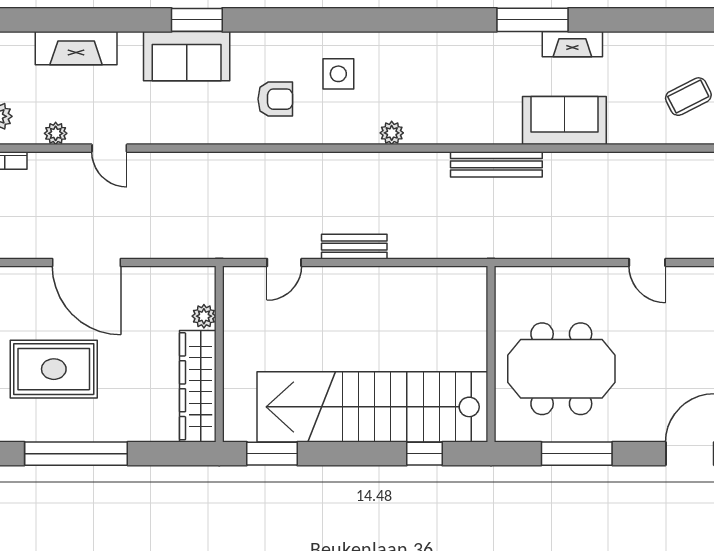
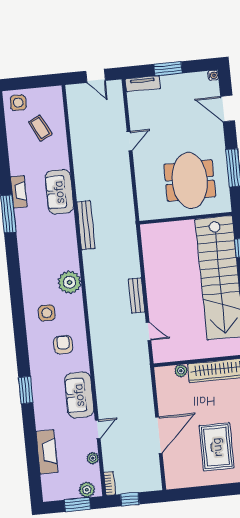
sofa: (187, 56) -> (79, 395), moved, turned 180
plant: (392, 133) -> (70, 282), width x1.87, depth x1.87

